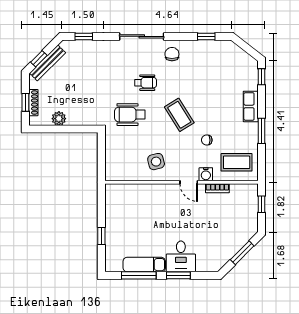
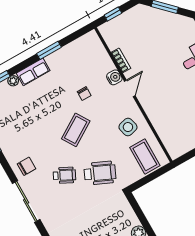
chair: (172, 54) -> (26, 166), turned 180
wheelchair: (146, 83) -> (64, 175), turned 117
plant: (253, 85) -> (13, 81), added
wheelchair: (130, 115) -> (100, 173), turned -66
coffee table: (237, 162) -> (145, 157), moved

